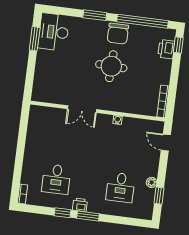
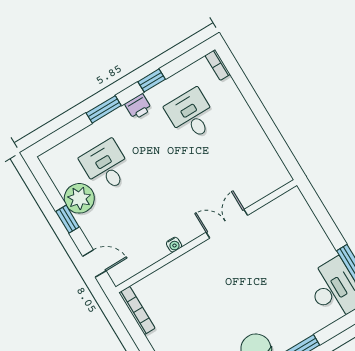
round table: (111, 66) -> (233, 303), removed
plant: (152, 182) -> (79, 198), width x1.87, depth x1.87
window: (159, 196) -> (68, 219), moved
window: (88, 216) -> (104, 109), moved

